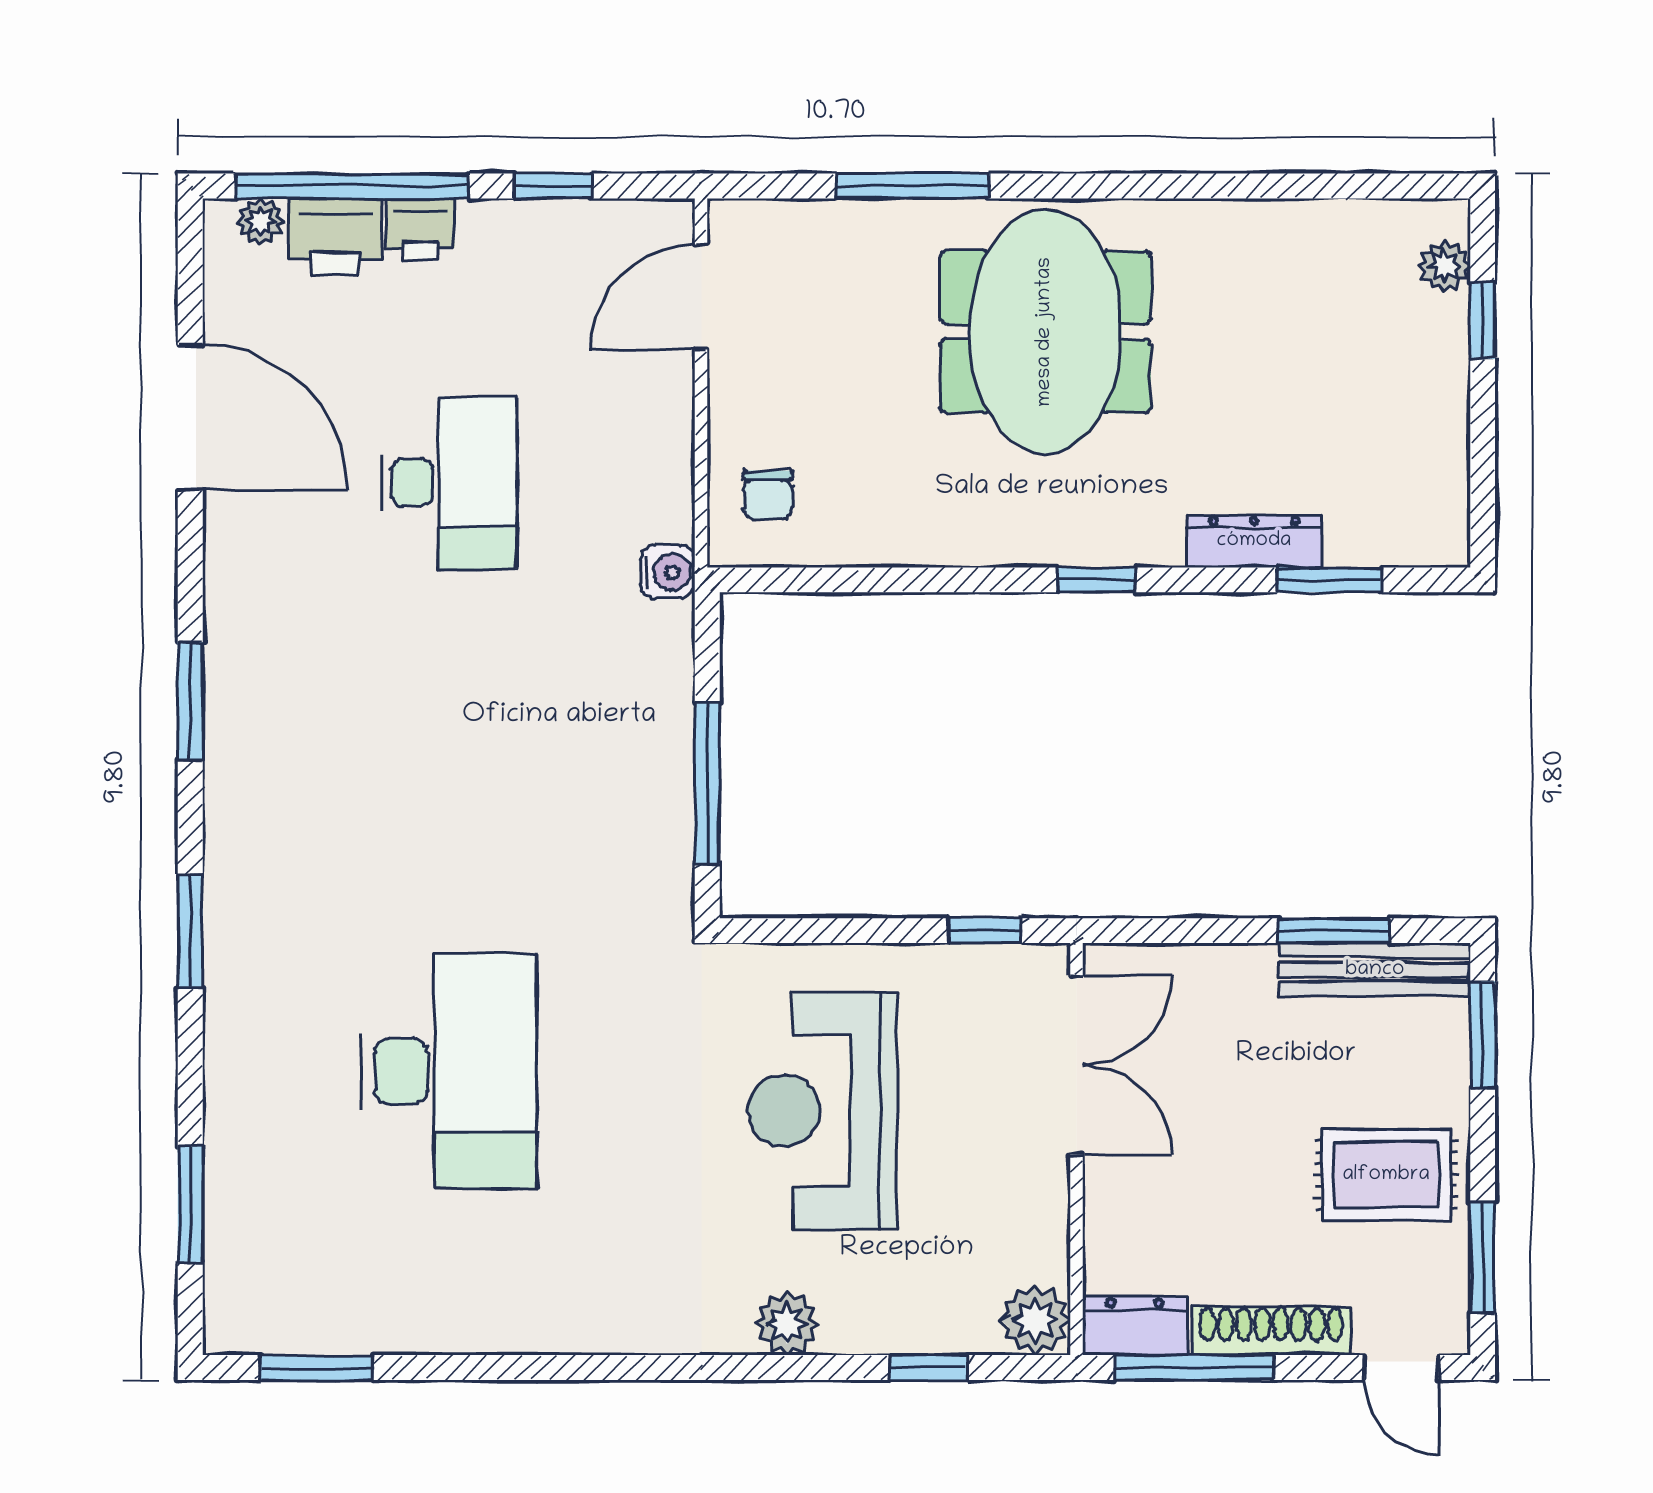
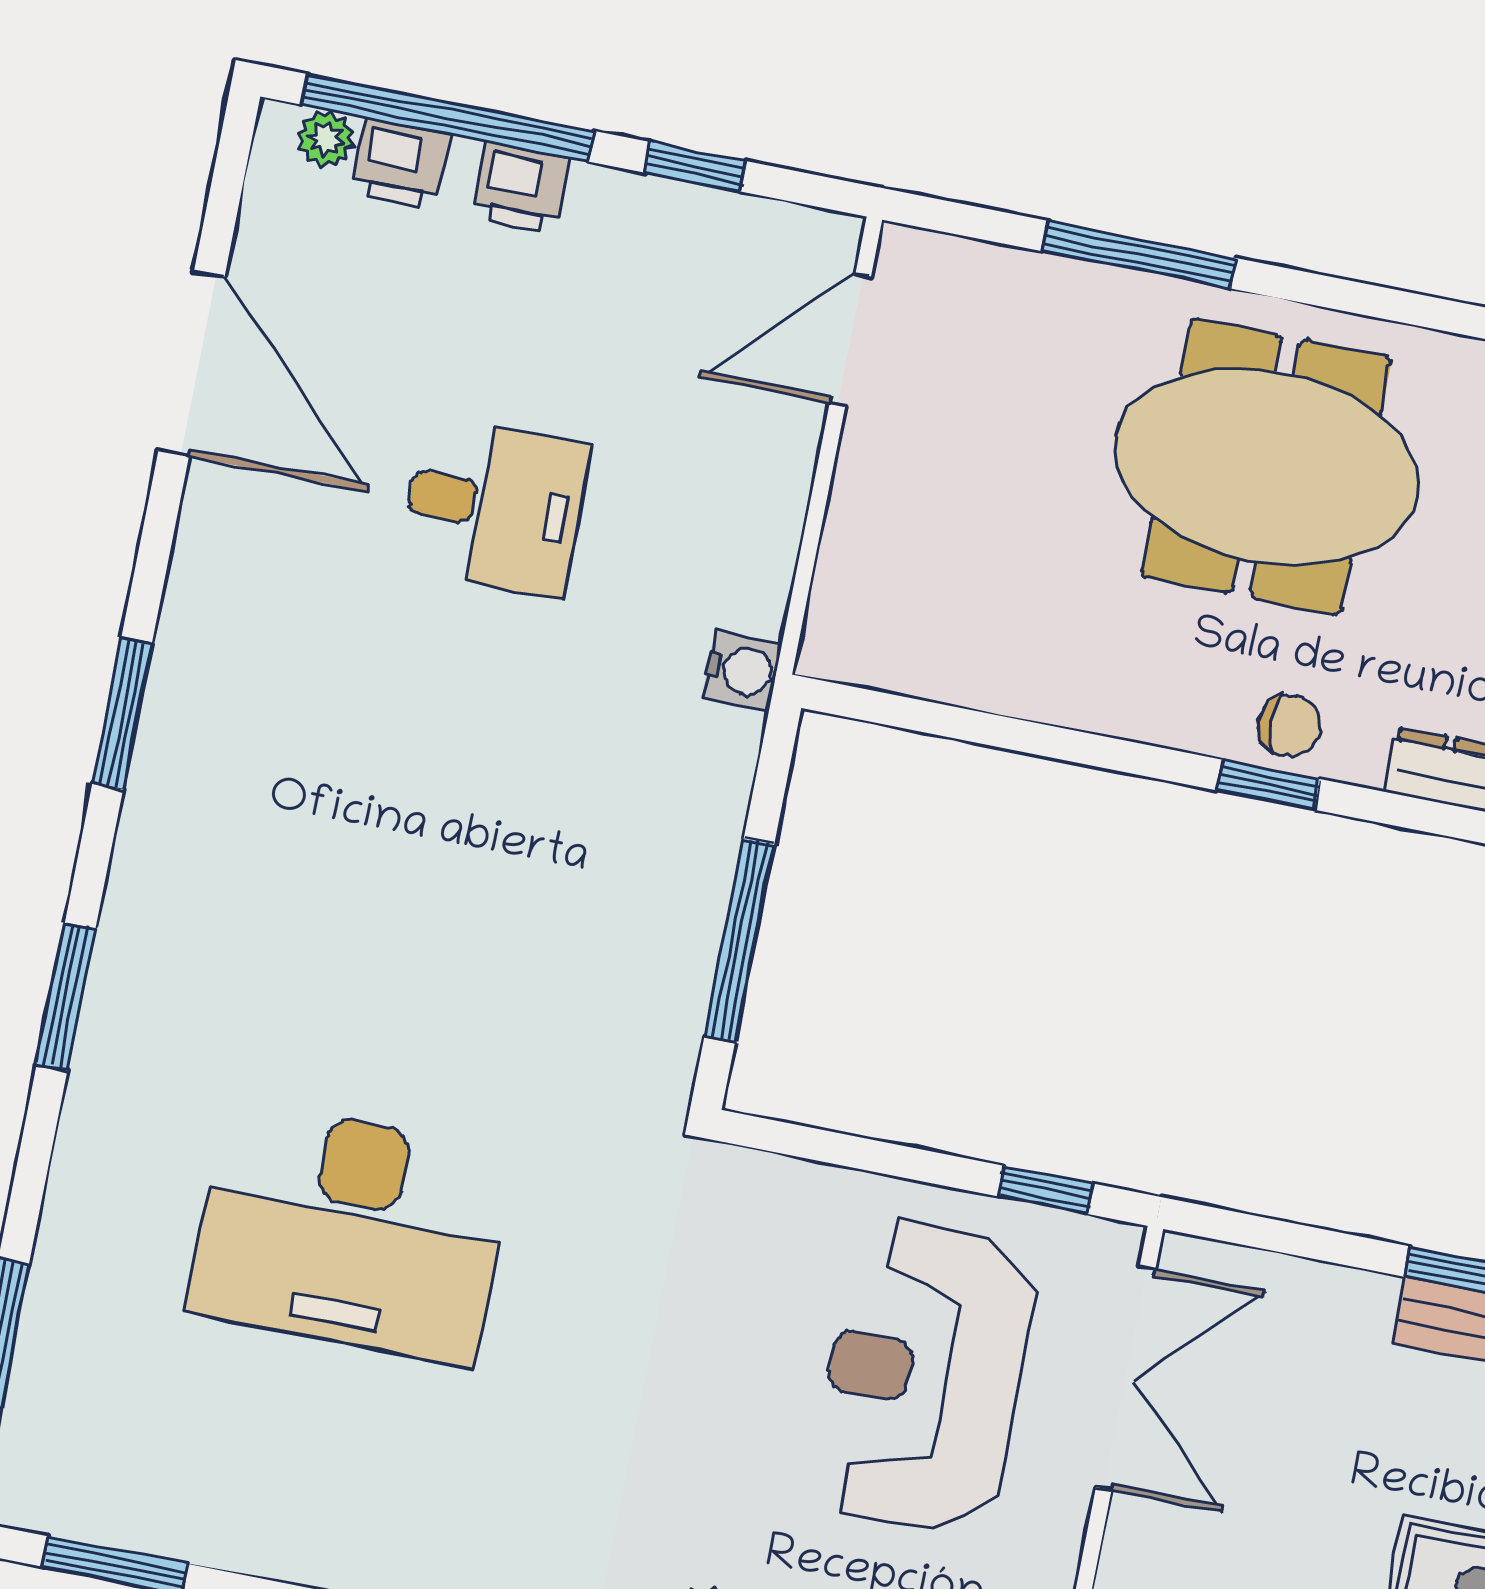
printer: (335, 237) -> (400, 164), width x0.73, depth x0.81
meeting table: (1045, 332) -> (1266, 467), turned 90
desk: (449, 483) -> (494, 507), width x0.73
chair: (768, 495) -> (1289, 725), moved, turned -90
desk: (449, 1071) -> (351, 1232), turned 90
reception desk: (823, 1111) -> (924, 1376), moved

